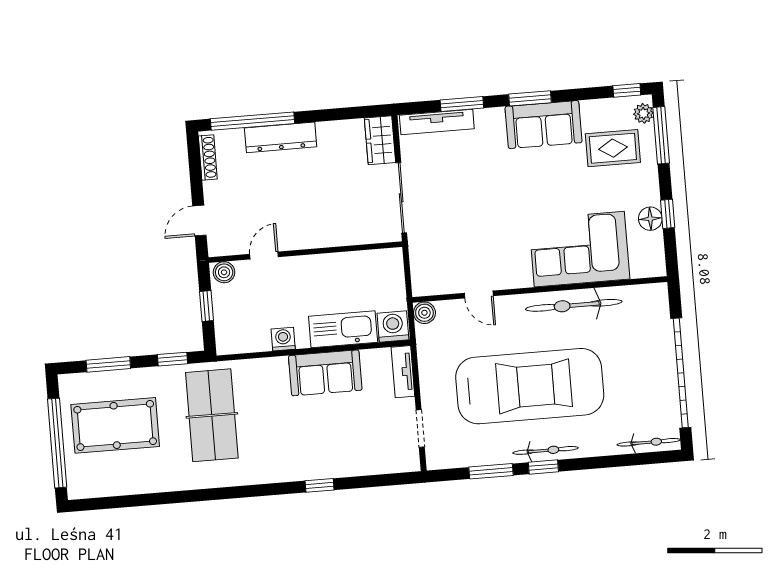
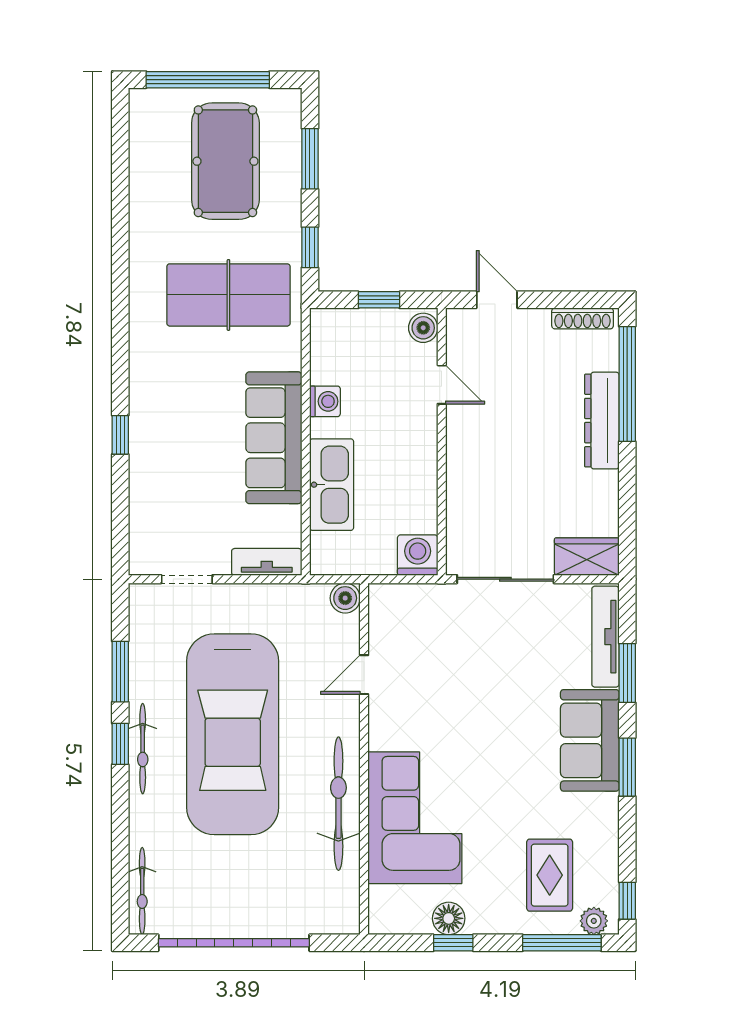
sofa: (543, 125) -> (590, 740), moved
washing machine: (393, 326) -> (418, 555), moved, turned -90
sofa: (325, 373) -> (274, 438), width x1.36

